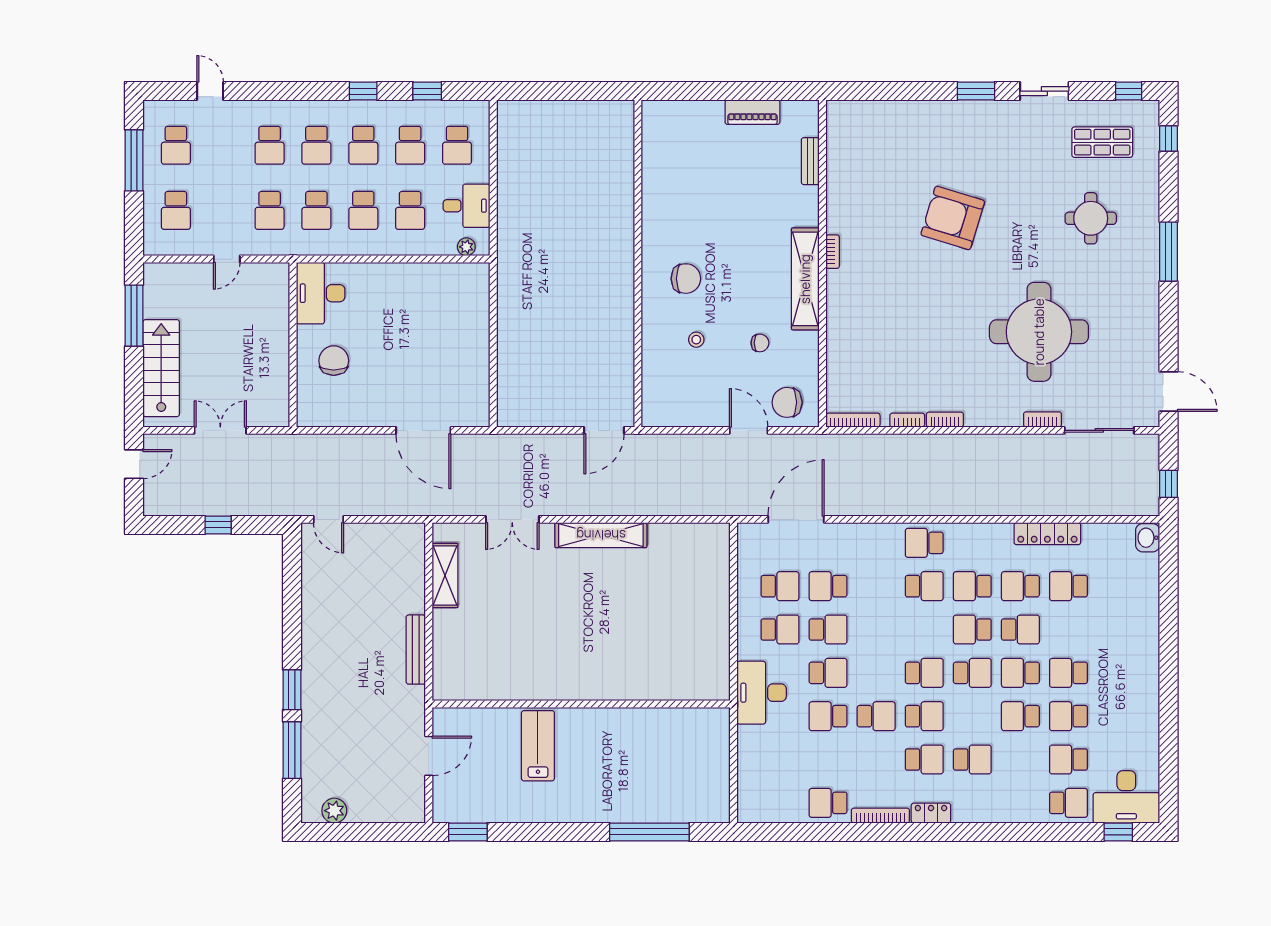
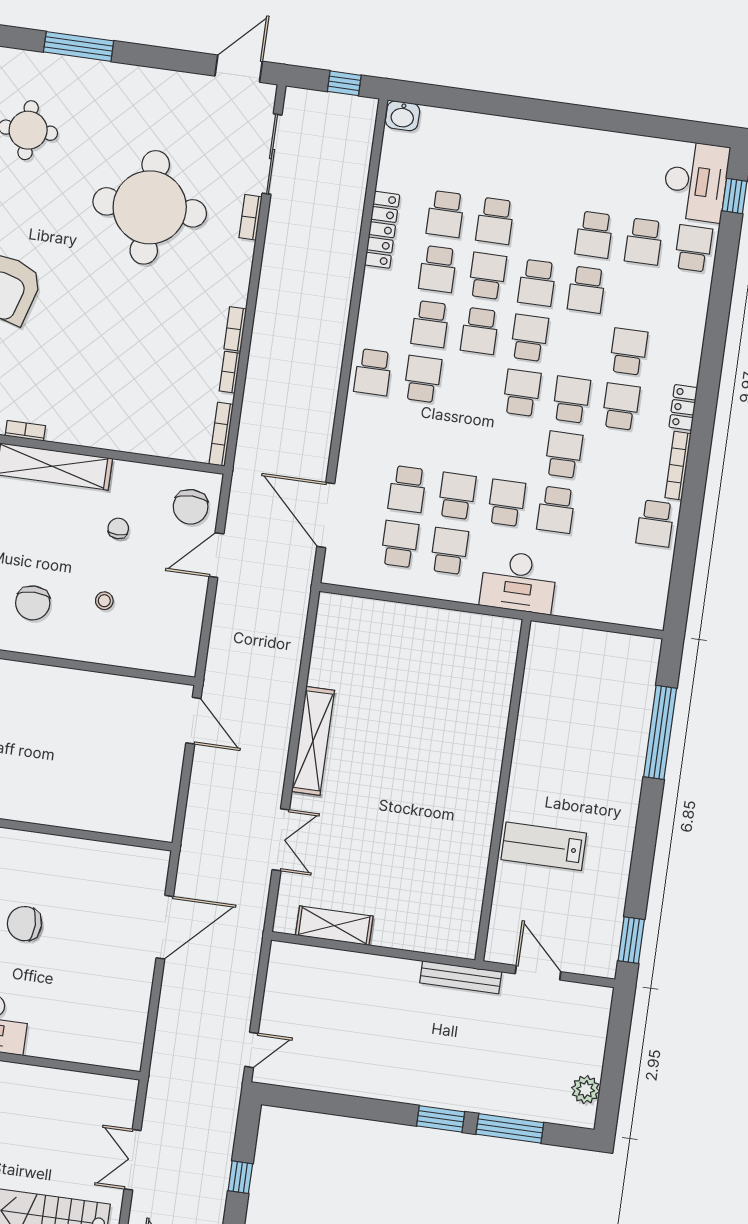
chair: (686, 279) -> (33, 603), turned 180
chair: (334, 361) -> (24, 924), moved
bench: (416, 650) -> (461, 977), moved
school desk: (1068, 673) -> (495, 221), moved

